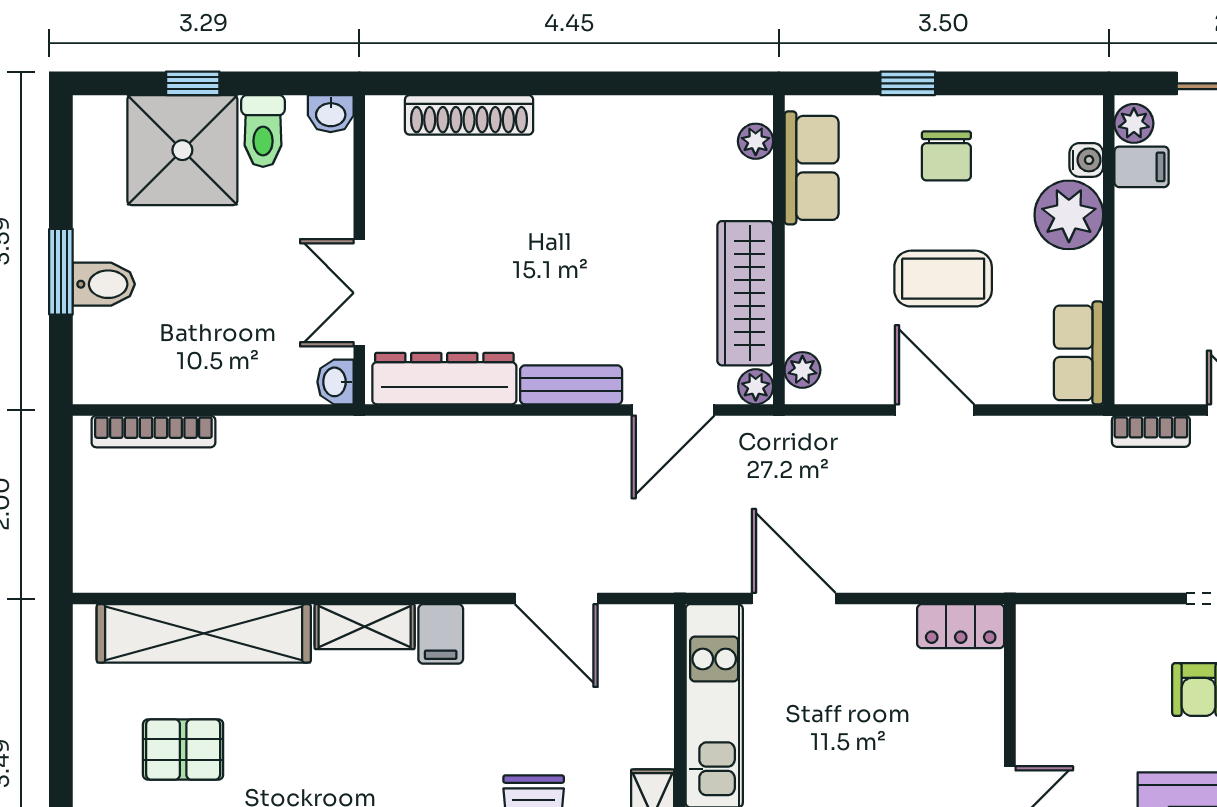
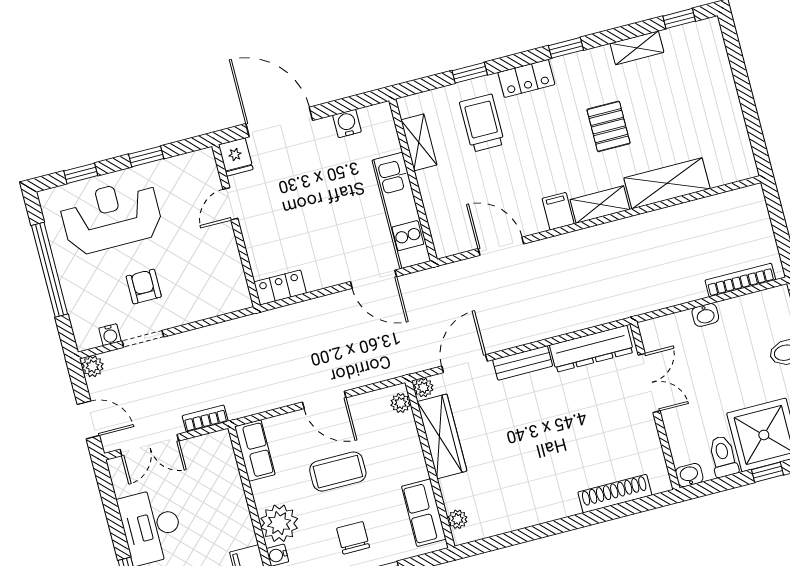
washbasin: (336, 382) -> (705, 315), moved, turned 90
shelving: (204, 633) -> (667, 183), width x0.68
pallet: (183, 749) -> (609, 126), moved, turned 90

